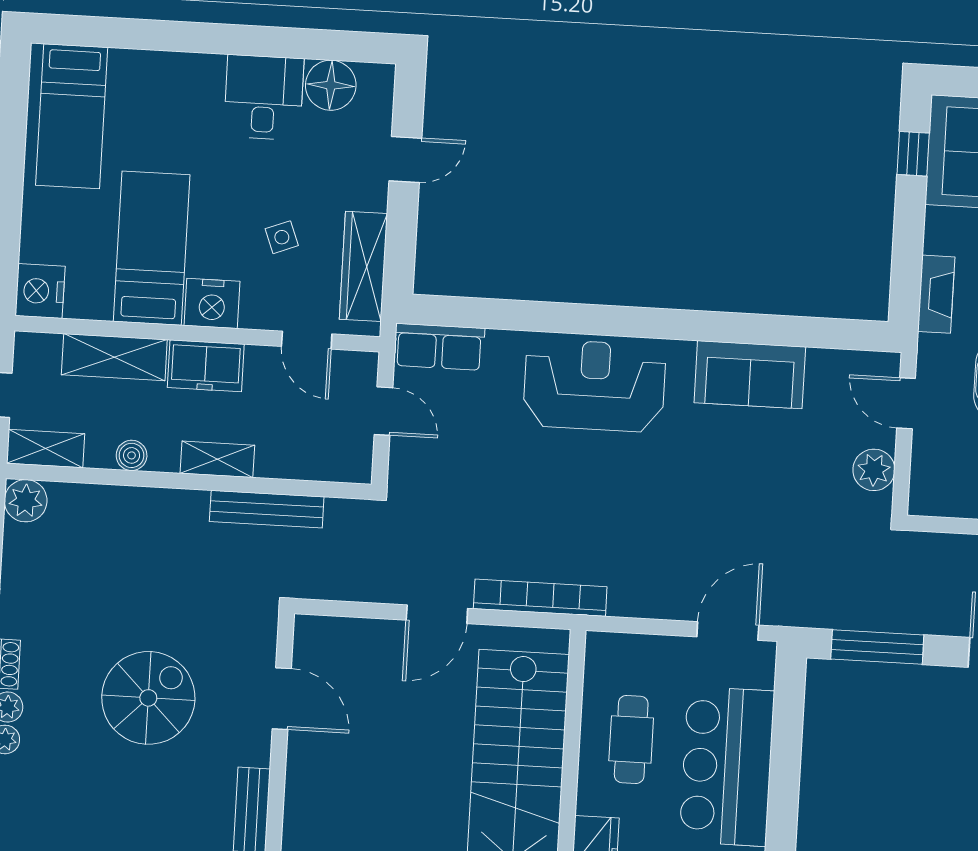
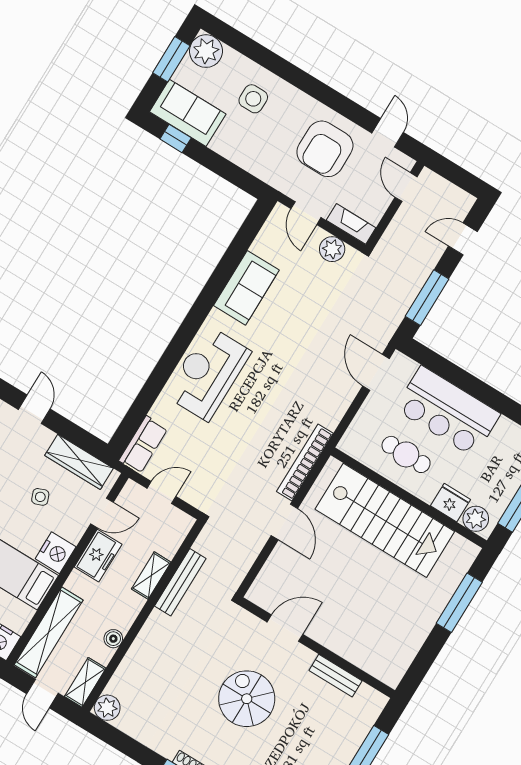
fireplace: (936, 294) -> (351, 224), moved
shelving: (114, 357) -> (49, 632), width x1.47
freezer: (206, 366) -> (98, 556), moved
door: (906, 403) -> (306, 213), hinge flipped
shelving: (217, 459) -> (151, 576), moved

